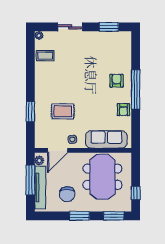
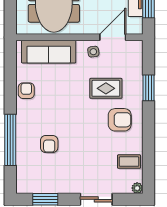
armchair: (117, 81) -> (49, 144), moved
armchair: (52, 87) -> (120, 120), added
window: (136, 89) -> (10, 140), moved
plant: (39, 161) -> (137, 24), removed

